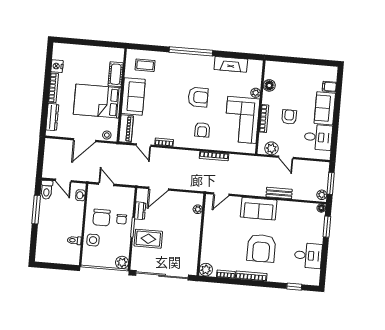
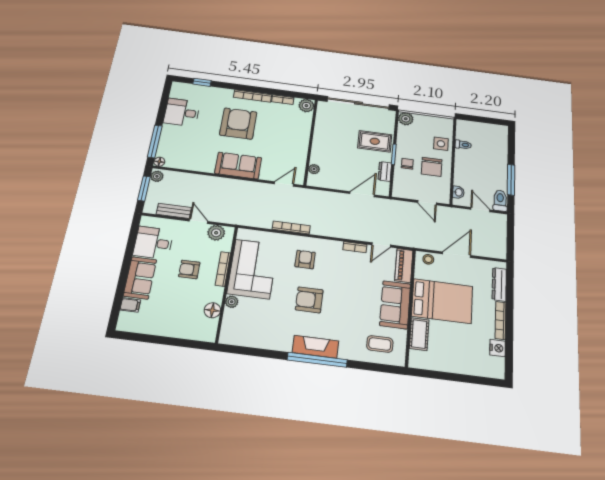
fireplace: (231, 64) -> (315, 347), moved
armchair: (289, 117) -> (189, 269), turned 90
door: (144, 145) -> (381, 245), swing flipped
bench: (279, 193) -> (174, 211), moved
chair: (102, 218) -> (432, 167), turned 180
window: (327, 227) -> (155, 141), width x1.44

